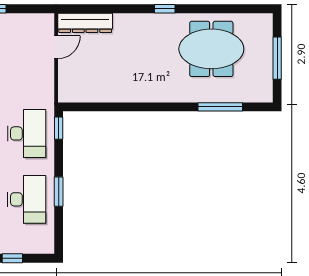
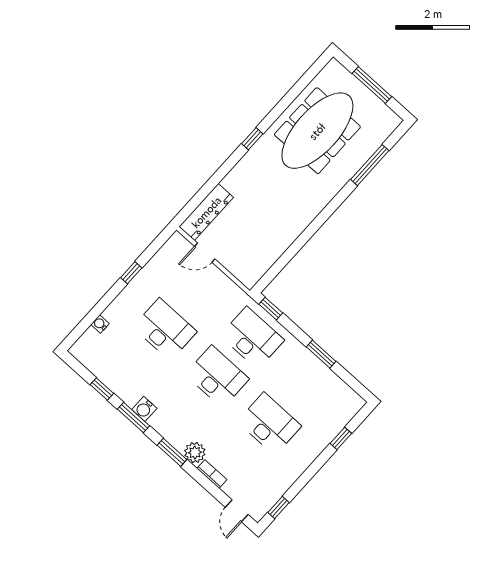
door: (56, 47) -> (205, 253), swing flipped
meeting table: (211, 49) -> (317, 131), width x1.36
desk: (27, 199) -> (304, 385), removed

